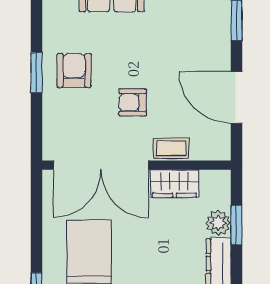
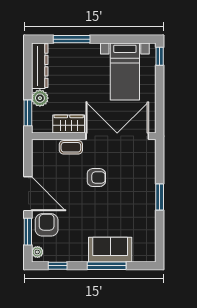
armchair: (74, 70) -> (47, 225), moved, turned 180
door: (237, 97) -> (28, 194), moved
window: (237, 225) -> (28, 113), moved

